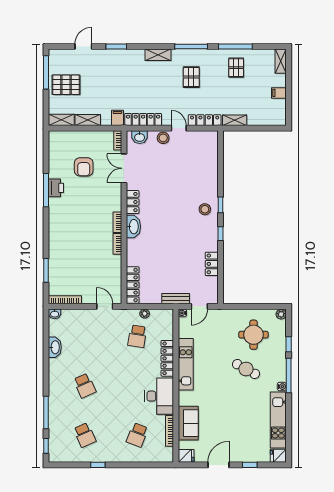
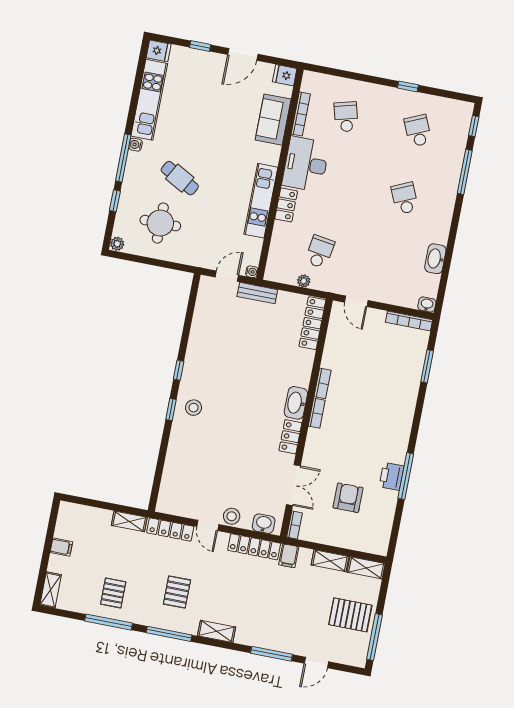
window: (116, 47) -> (272, 654), width x1.44
locker: (212, 264) -> (199, 331), removed
locker: (167, 358) -> (286, 205), width x0.66
school desk: (137, 435) -> (346, 117), turned -36

